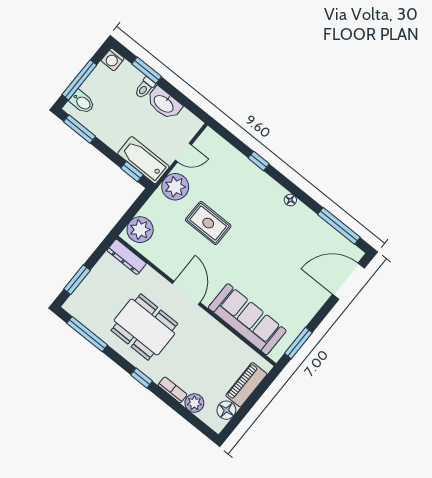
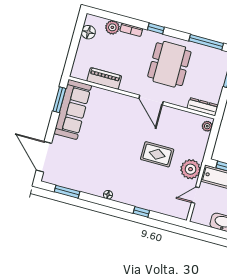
window: (339, 226) -> (67, 192), width x0.69
plant: (140, 230) -> (207, 126), width x0.53, depth x0.53
door: (348, 281) -> (44, 157), swing flipped
sofa: (247, 319) -> (73, 109), moved, turned -90
dining table: (144, 327) -> (169, 64), turned 90
piano: (246, 385) -> (104, 78), moved, turned -90

